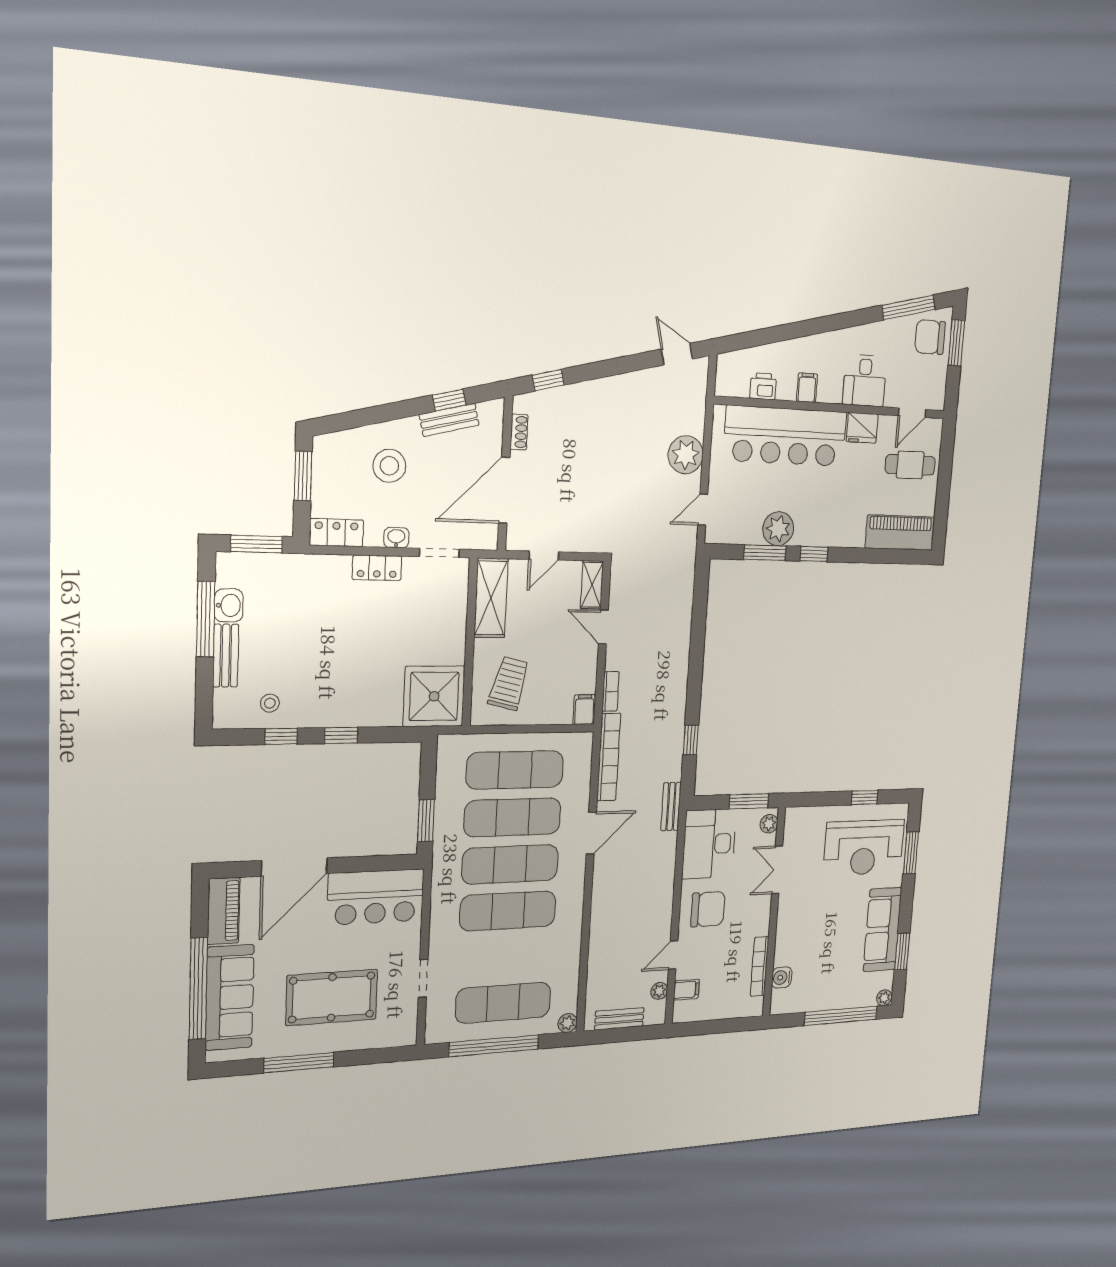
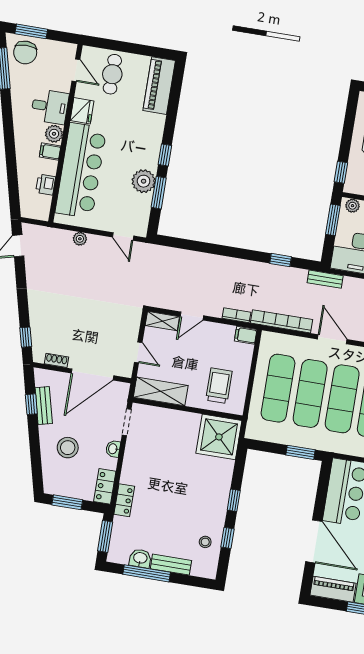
plant: (830, 391) -> (54, 134), added
plant: (686, 455) -> (80, 239), width x0.53, depth x0.53
door: (504, 490) -> (92, 374), hinge flipped
locker: (377, 568) -> (124, 500), moved
trolley: (509, 683) -> (219, 386), turned 76
window: (865, 798) -> (341, 172), moved

